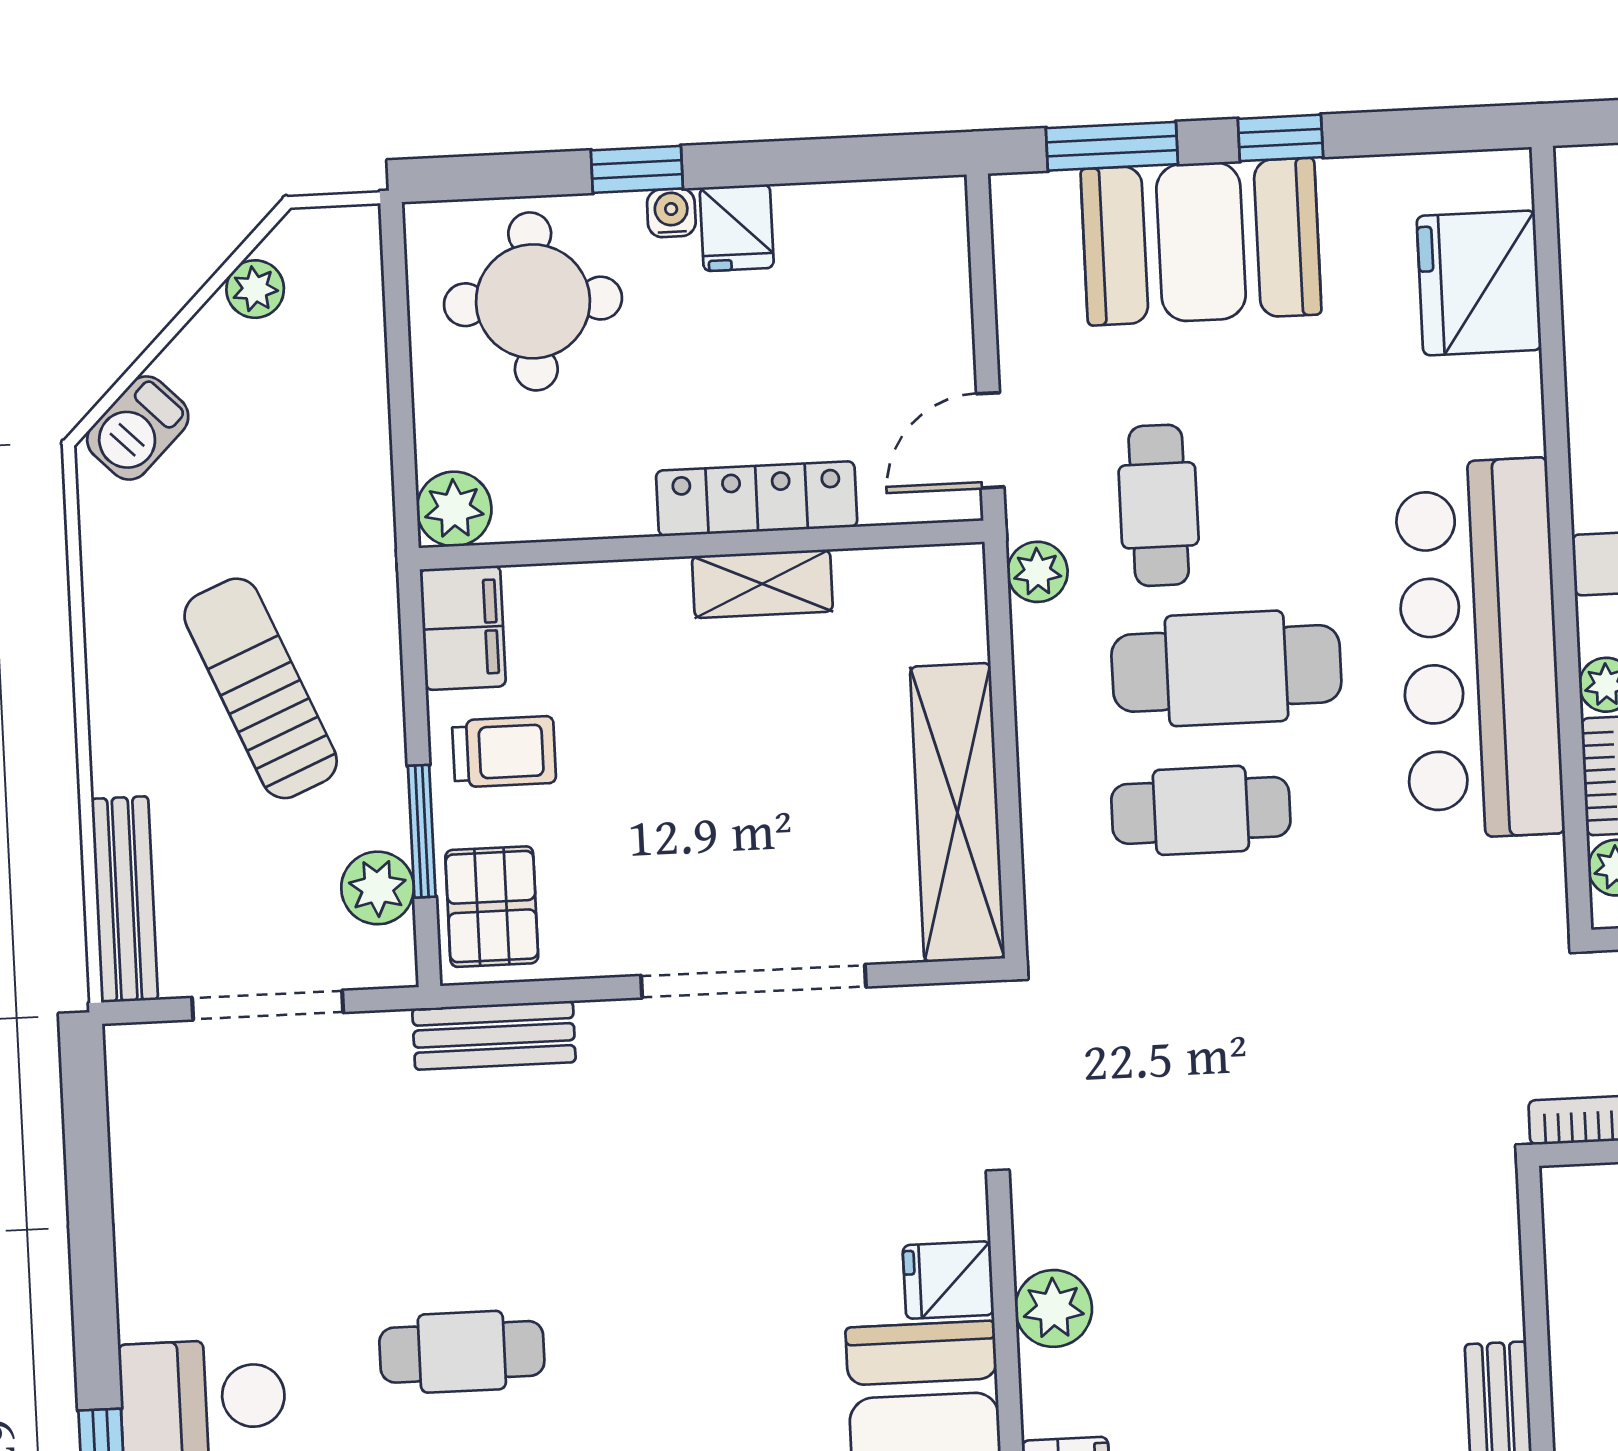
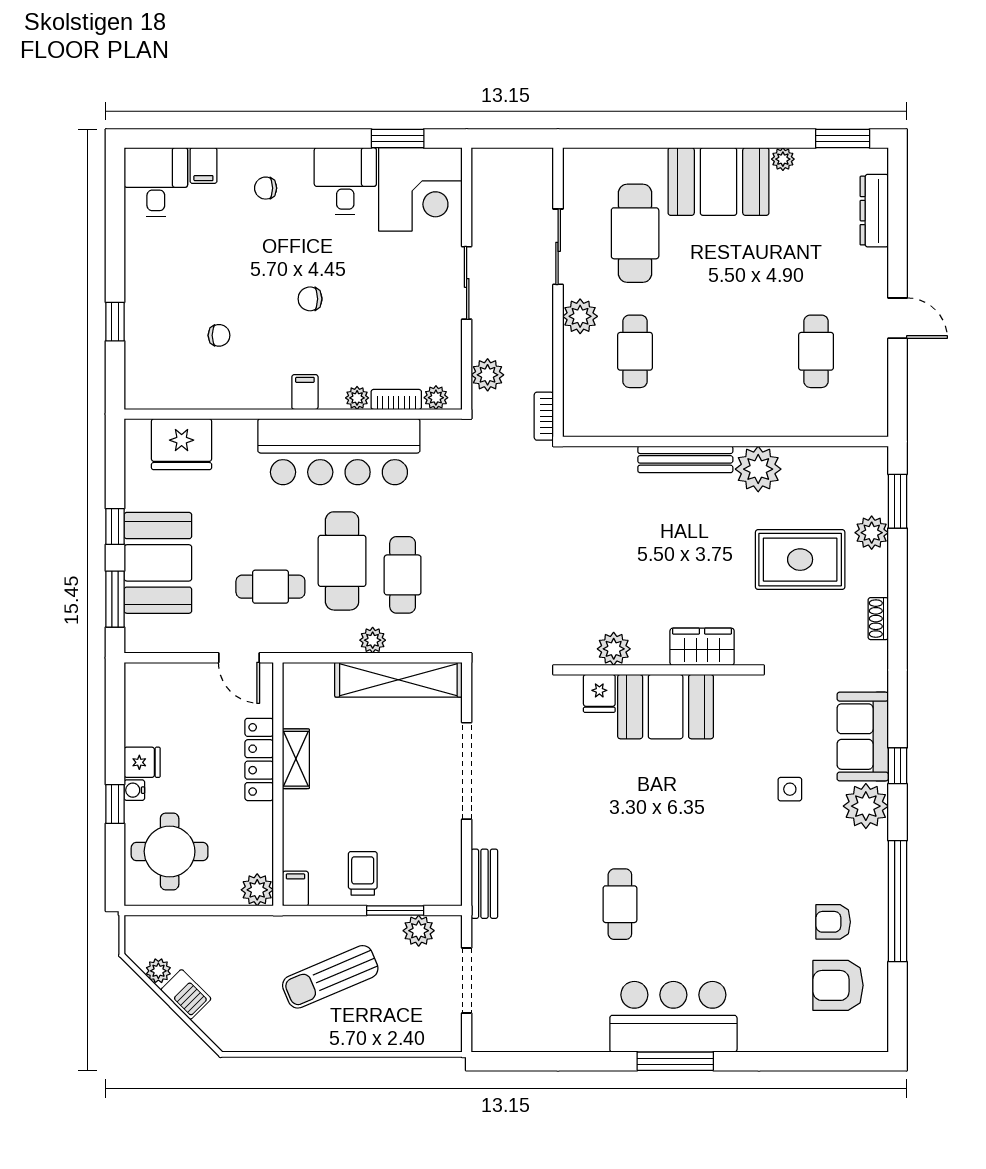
barbecue: (138, 428) -> (186, 994), moved
plant: (1037, 572) -> (373, 640), moved
filing cabinet: (463, 628) -> (295, 889), width x0.50
bench: (125, 899) -> (418, 1040), removed
pallet: (492, 907) -> (429, 882), removed

